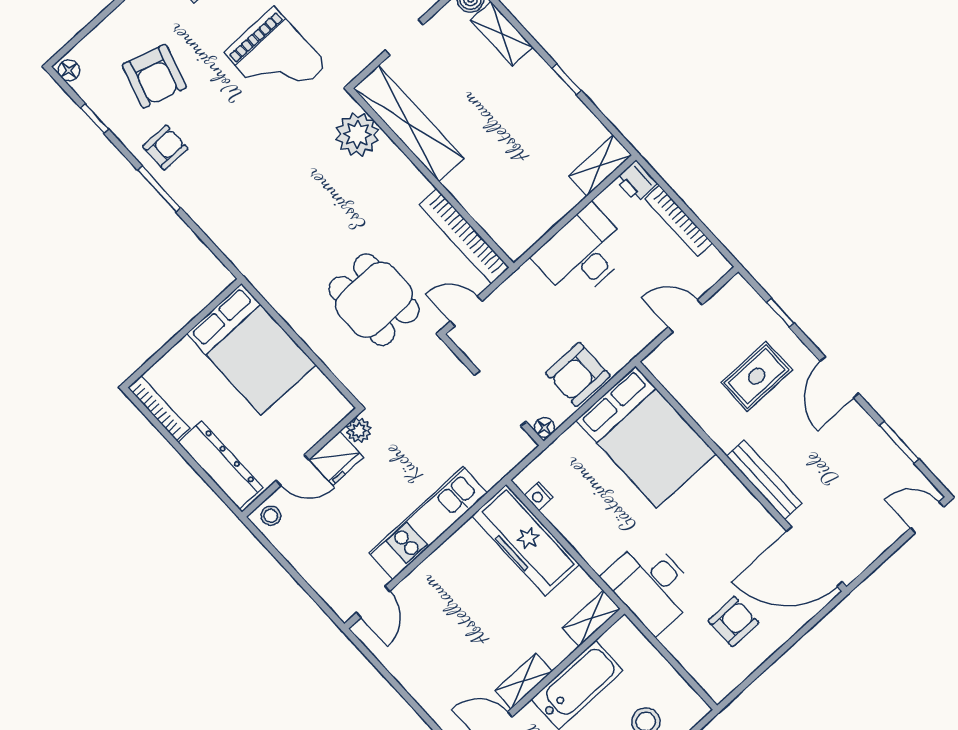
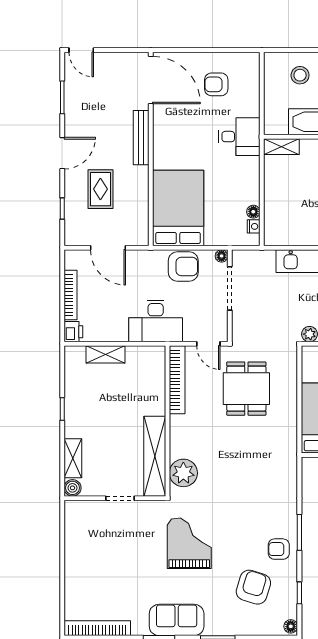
shelving: (600, 166) -> (106, 354), moved
desk: (583, 253) -> (156, 321), moved
door: (685, 316) -> (108, 248), width x1.38
rug: (757, 376) -> (100, 189), turned 90
floor lamp: (555, 513) -> (253, 212), added
freezer: (526, 540) -> (278, 211), removed
desk: (651, 585) -> (239, 137), width x0.73

